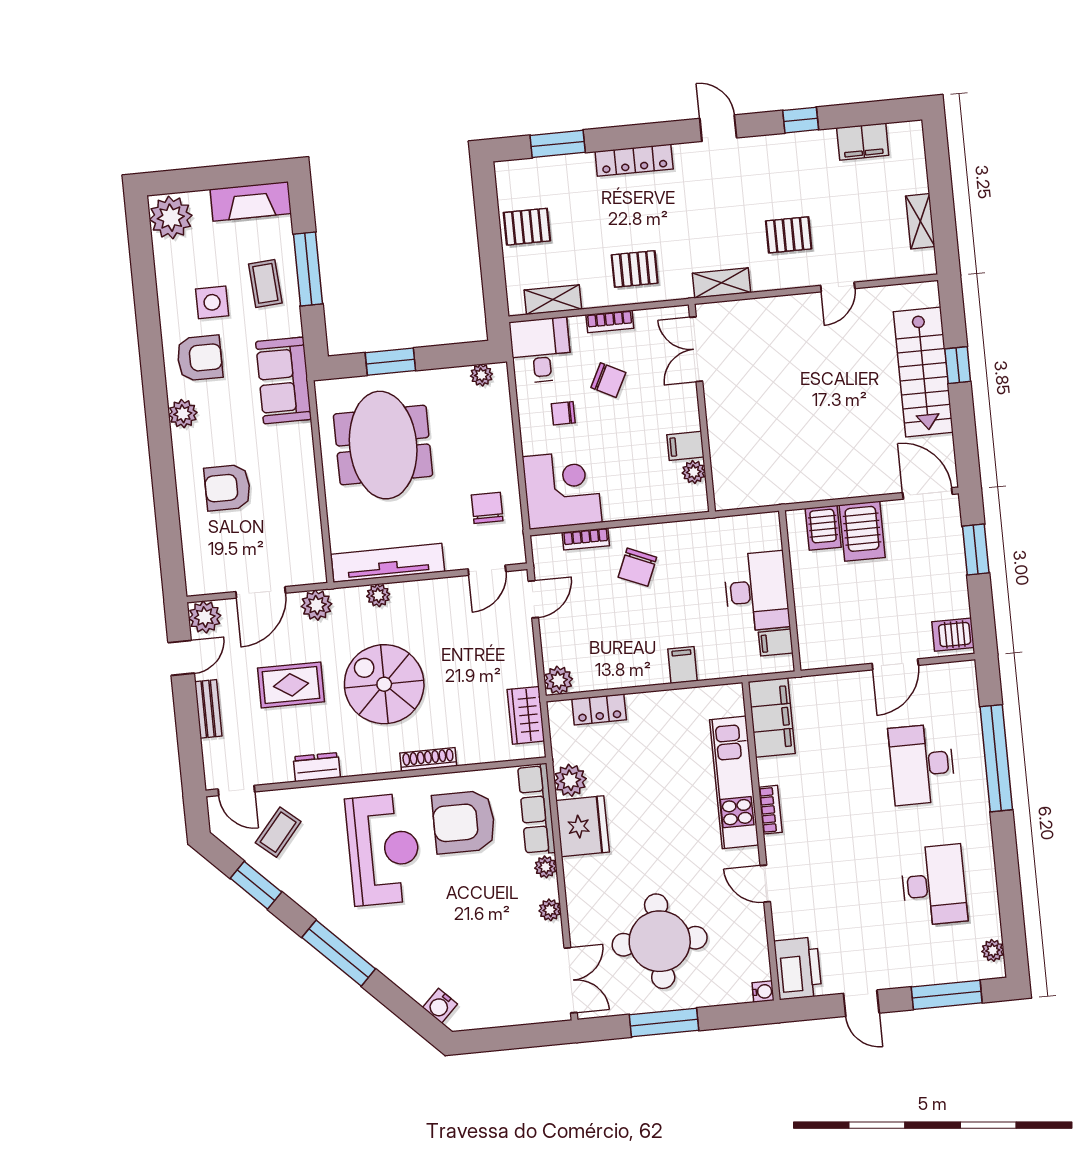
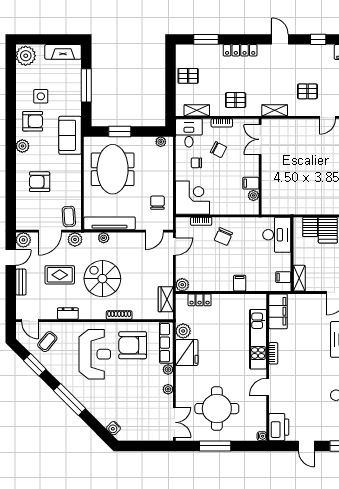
coffee table: (265, 283) -> (69, 216), moved
desk: (757, 591) -> (277, 235), moved
shelving: (810, 641) -> (299, 278), added
door: (765, 884) -> (268, 387), hinge flipped

